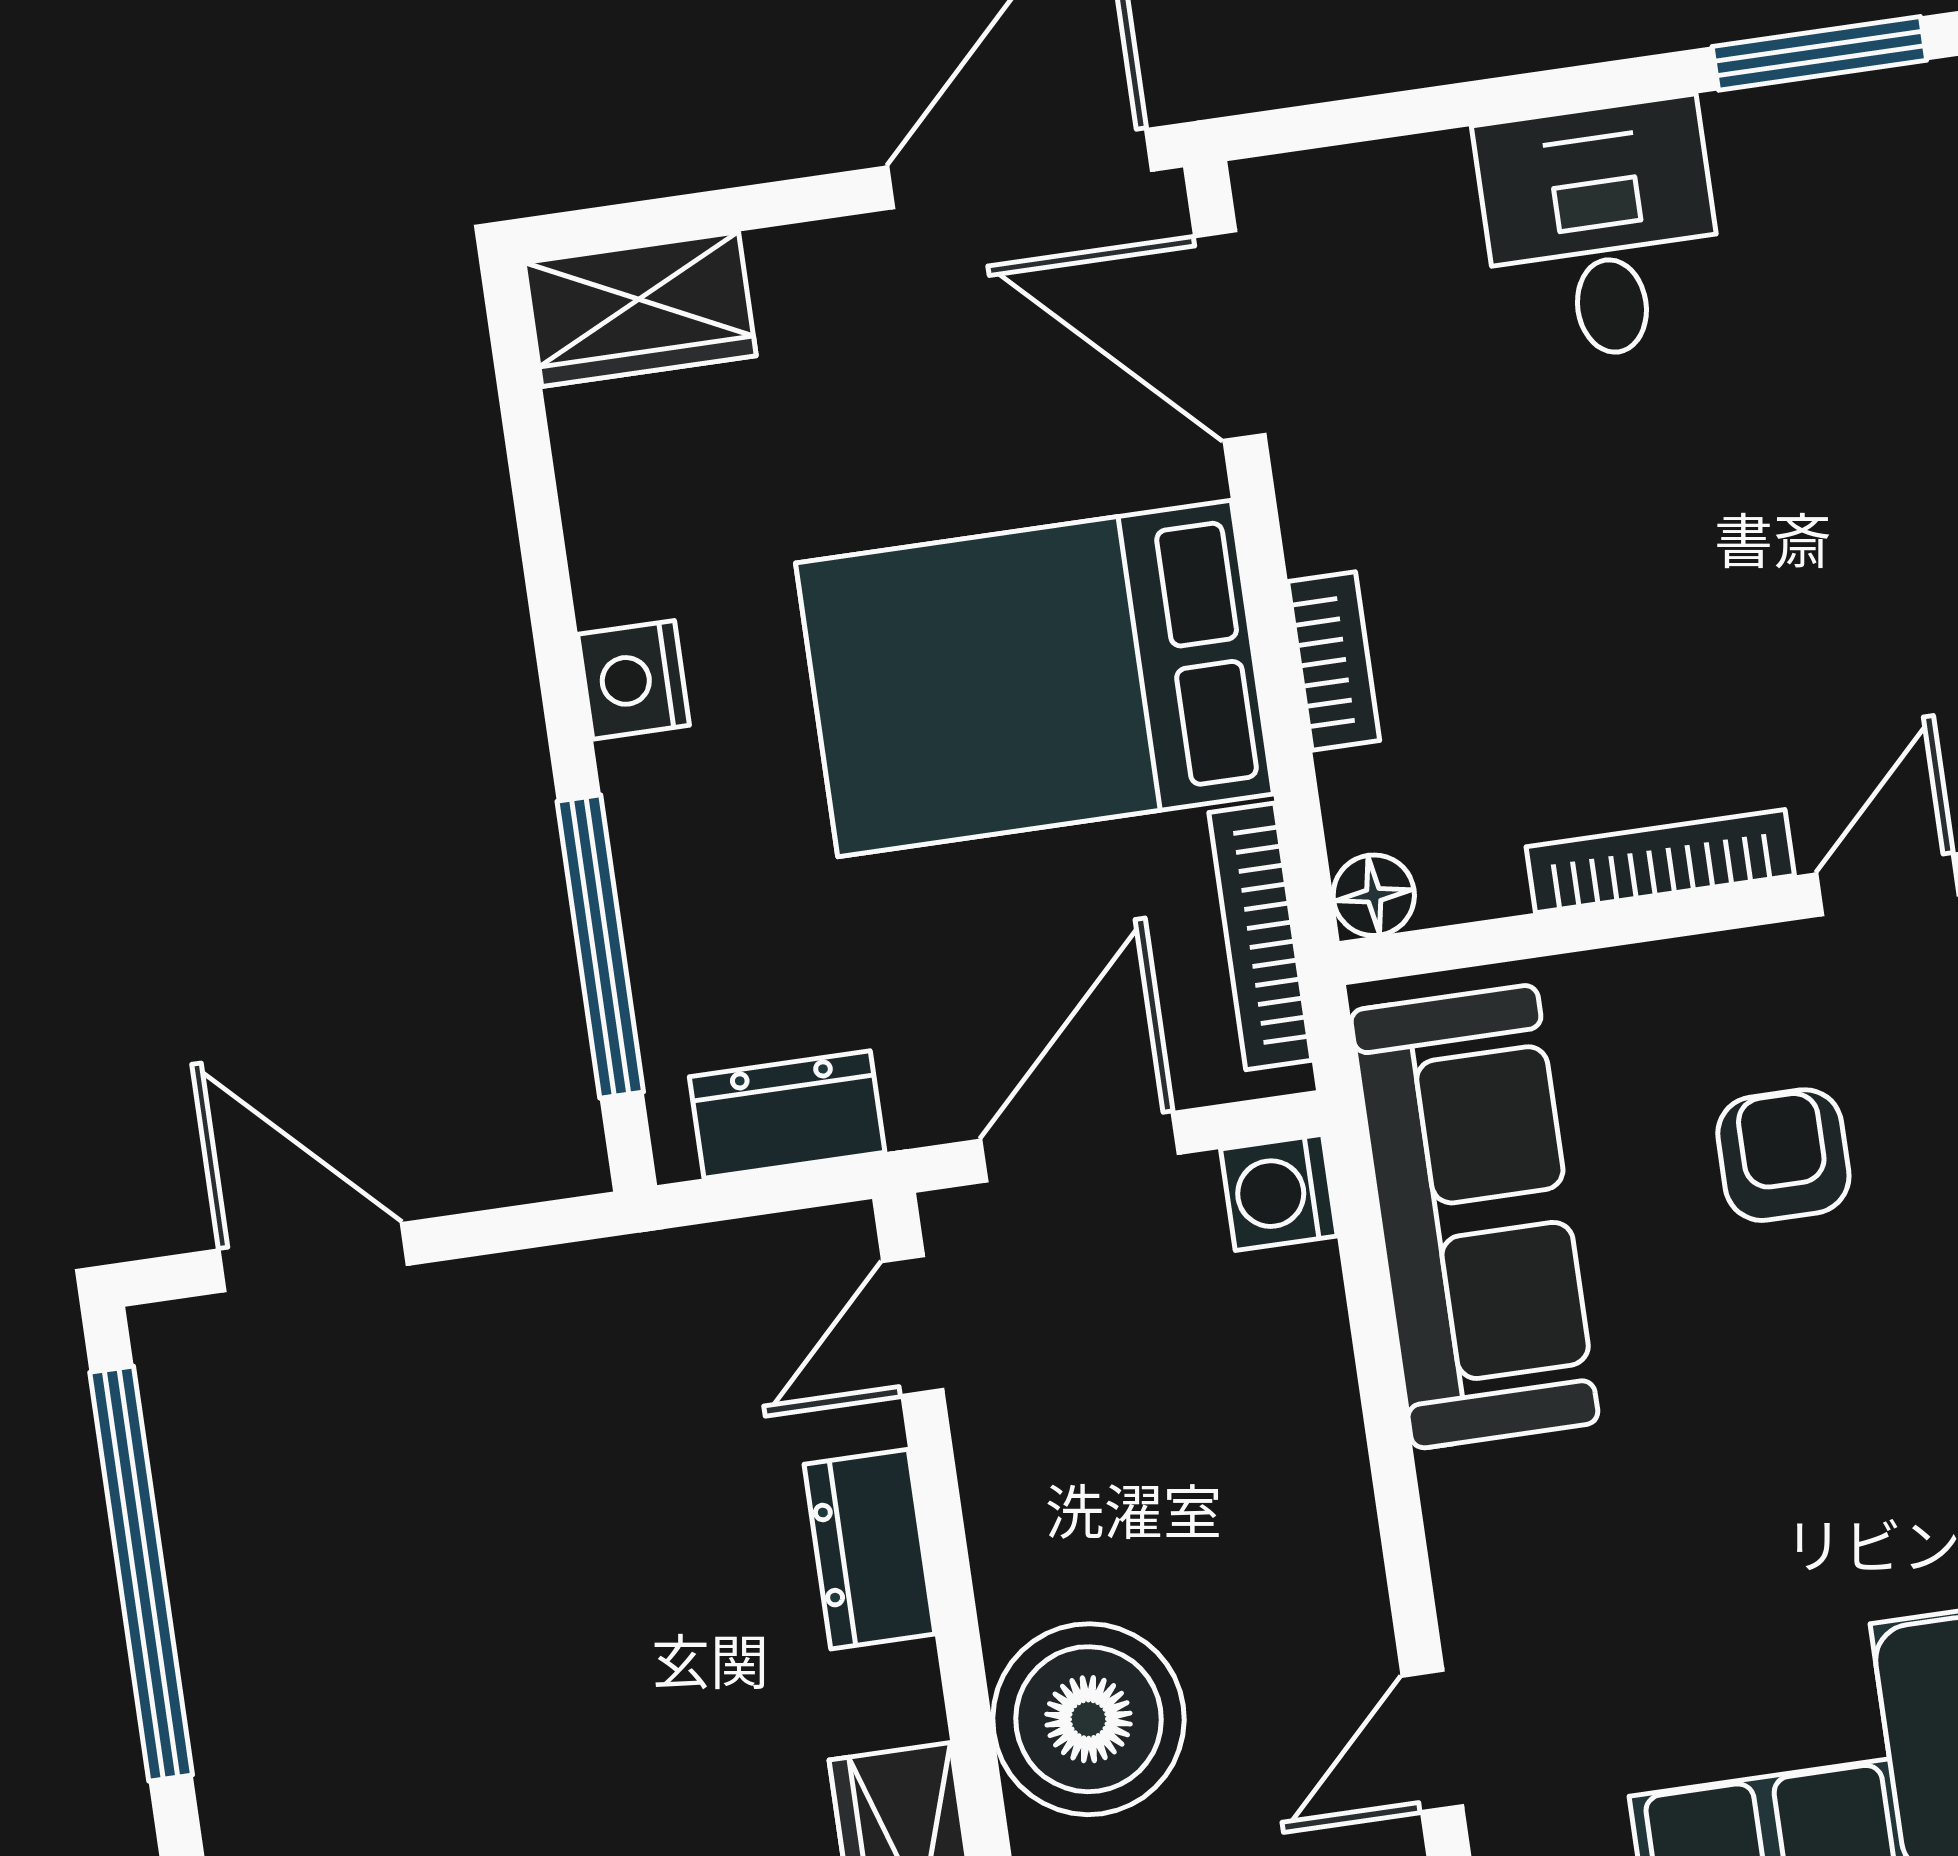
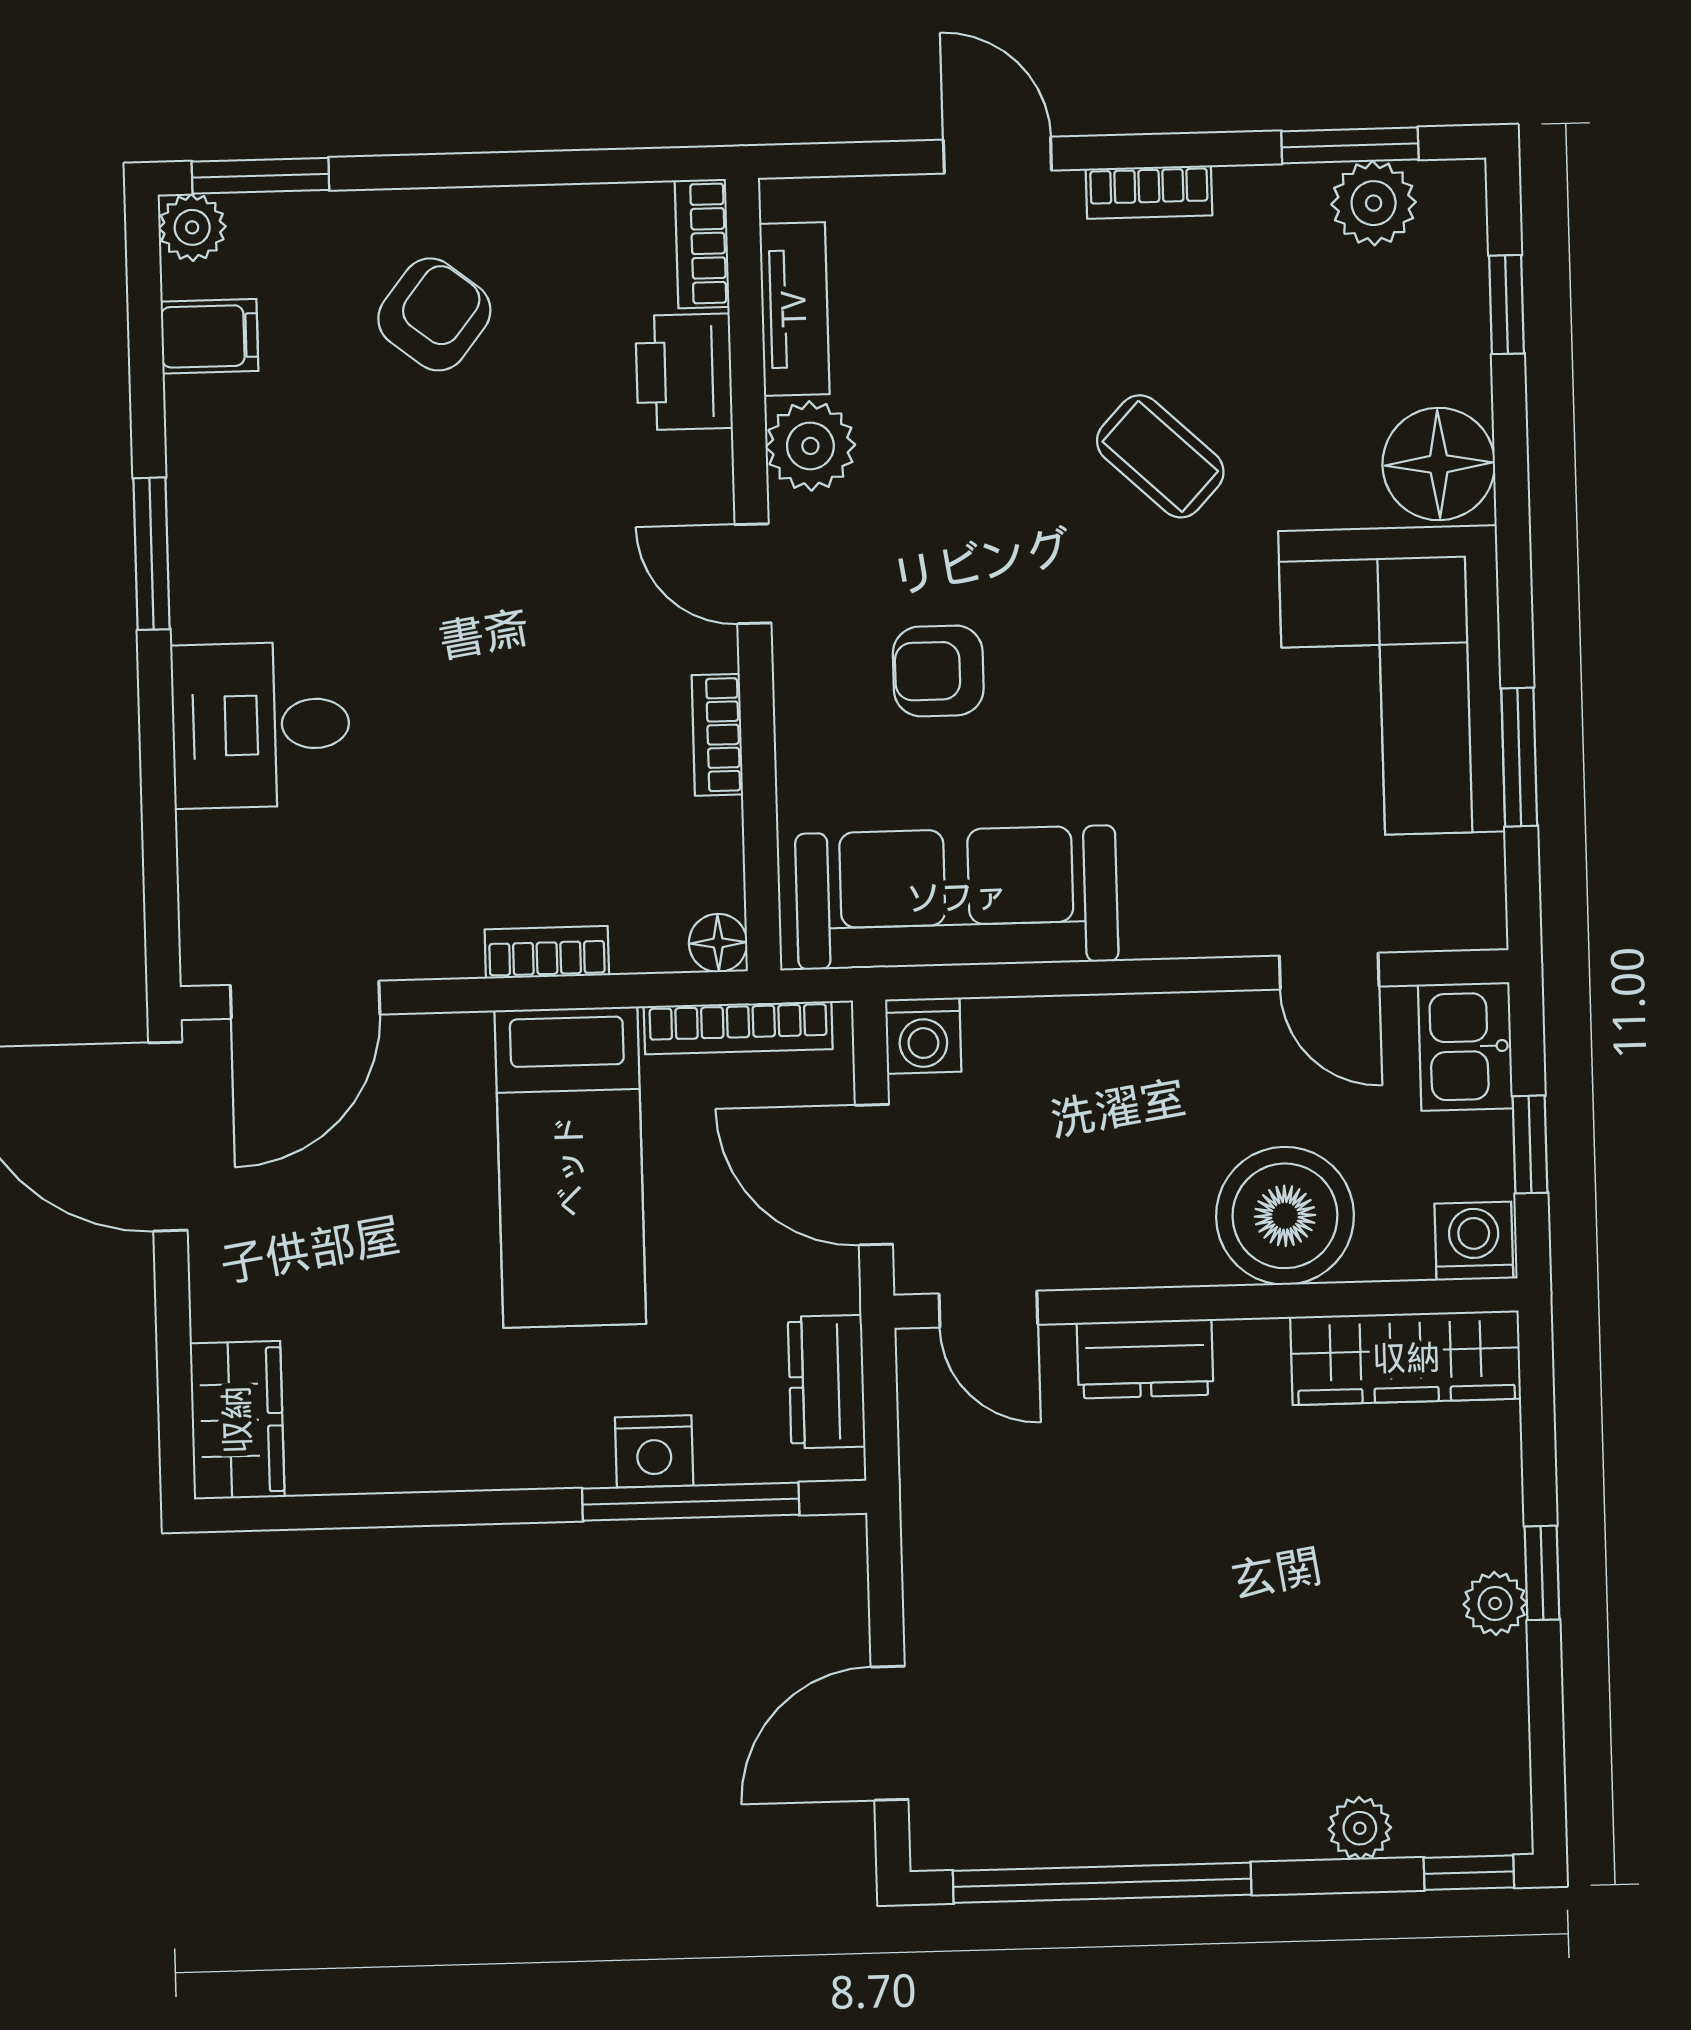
bed: (1035, 679) -> (570, 1167), width x0.67
nightstand: (634, 680) -> (654, 1451), moved
bookcase: (1660, 861) -> (717, 735), width x0.64

